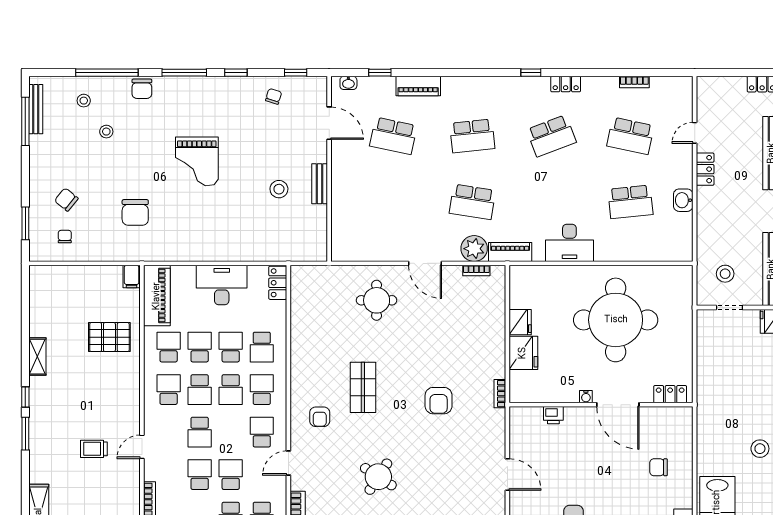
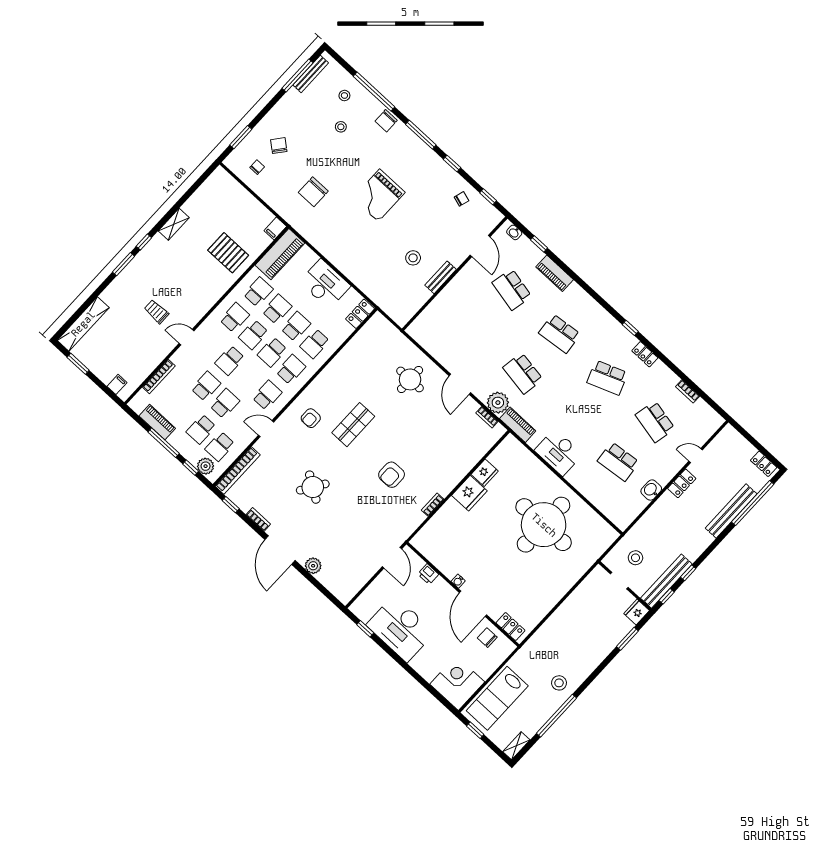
locker: (670, 394) -> (510, 627), moved
water cooler: (586, 397) -> (458, 581), moved
wall: (601, 405) -> (463, 594), moved
door: (618, 405) -> (473, 604), moved
printer: (553, 415) -> (428, 574), moved

